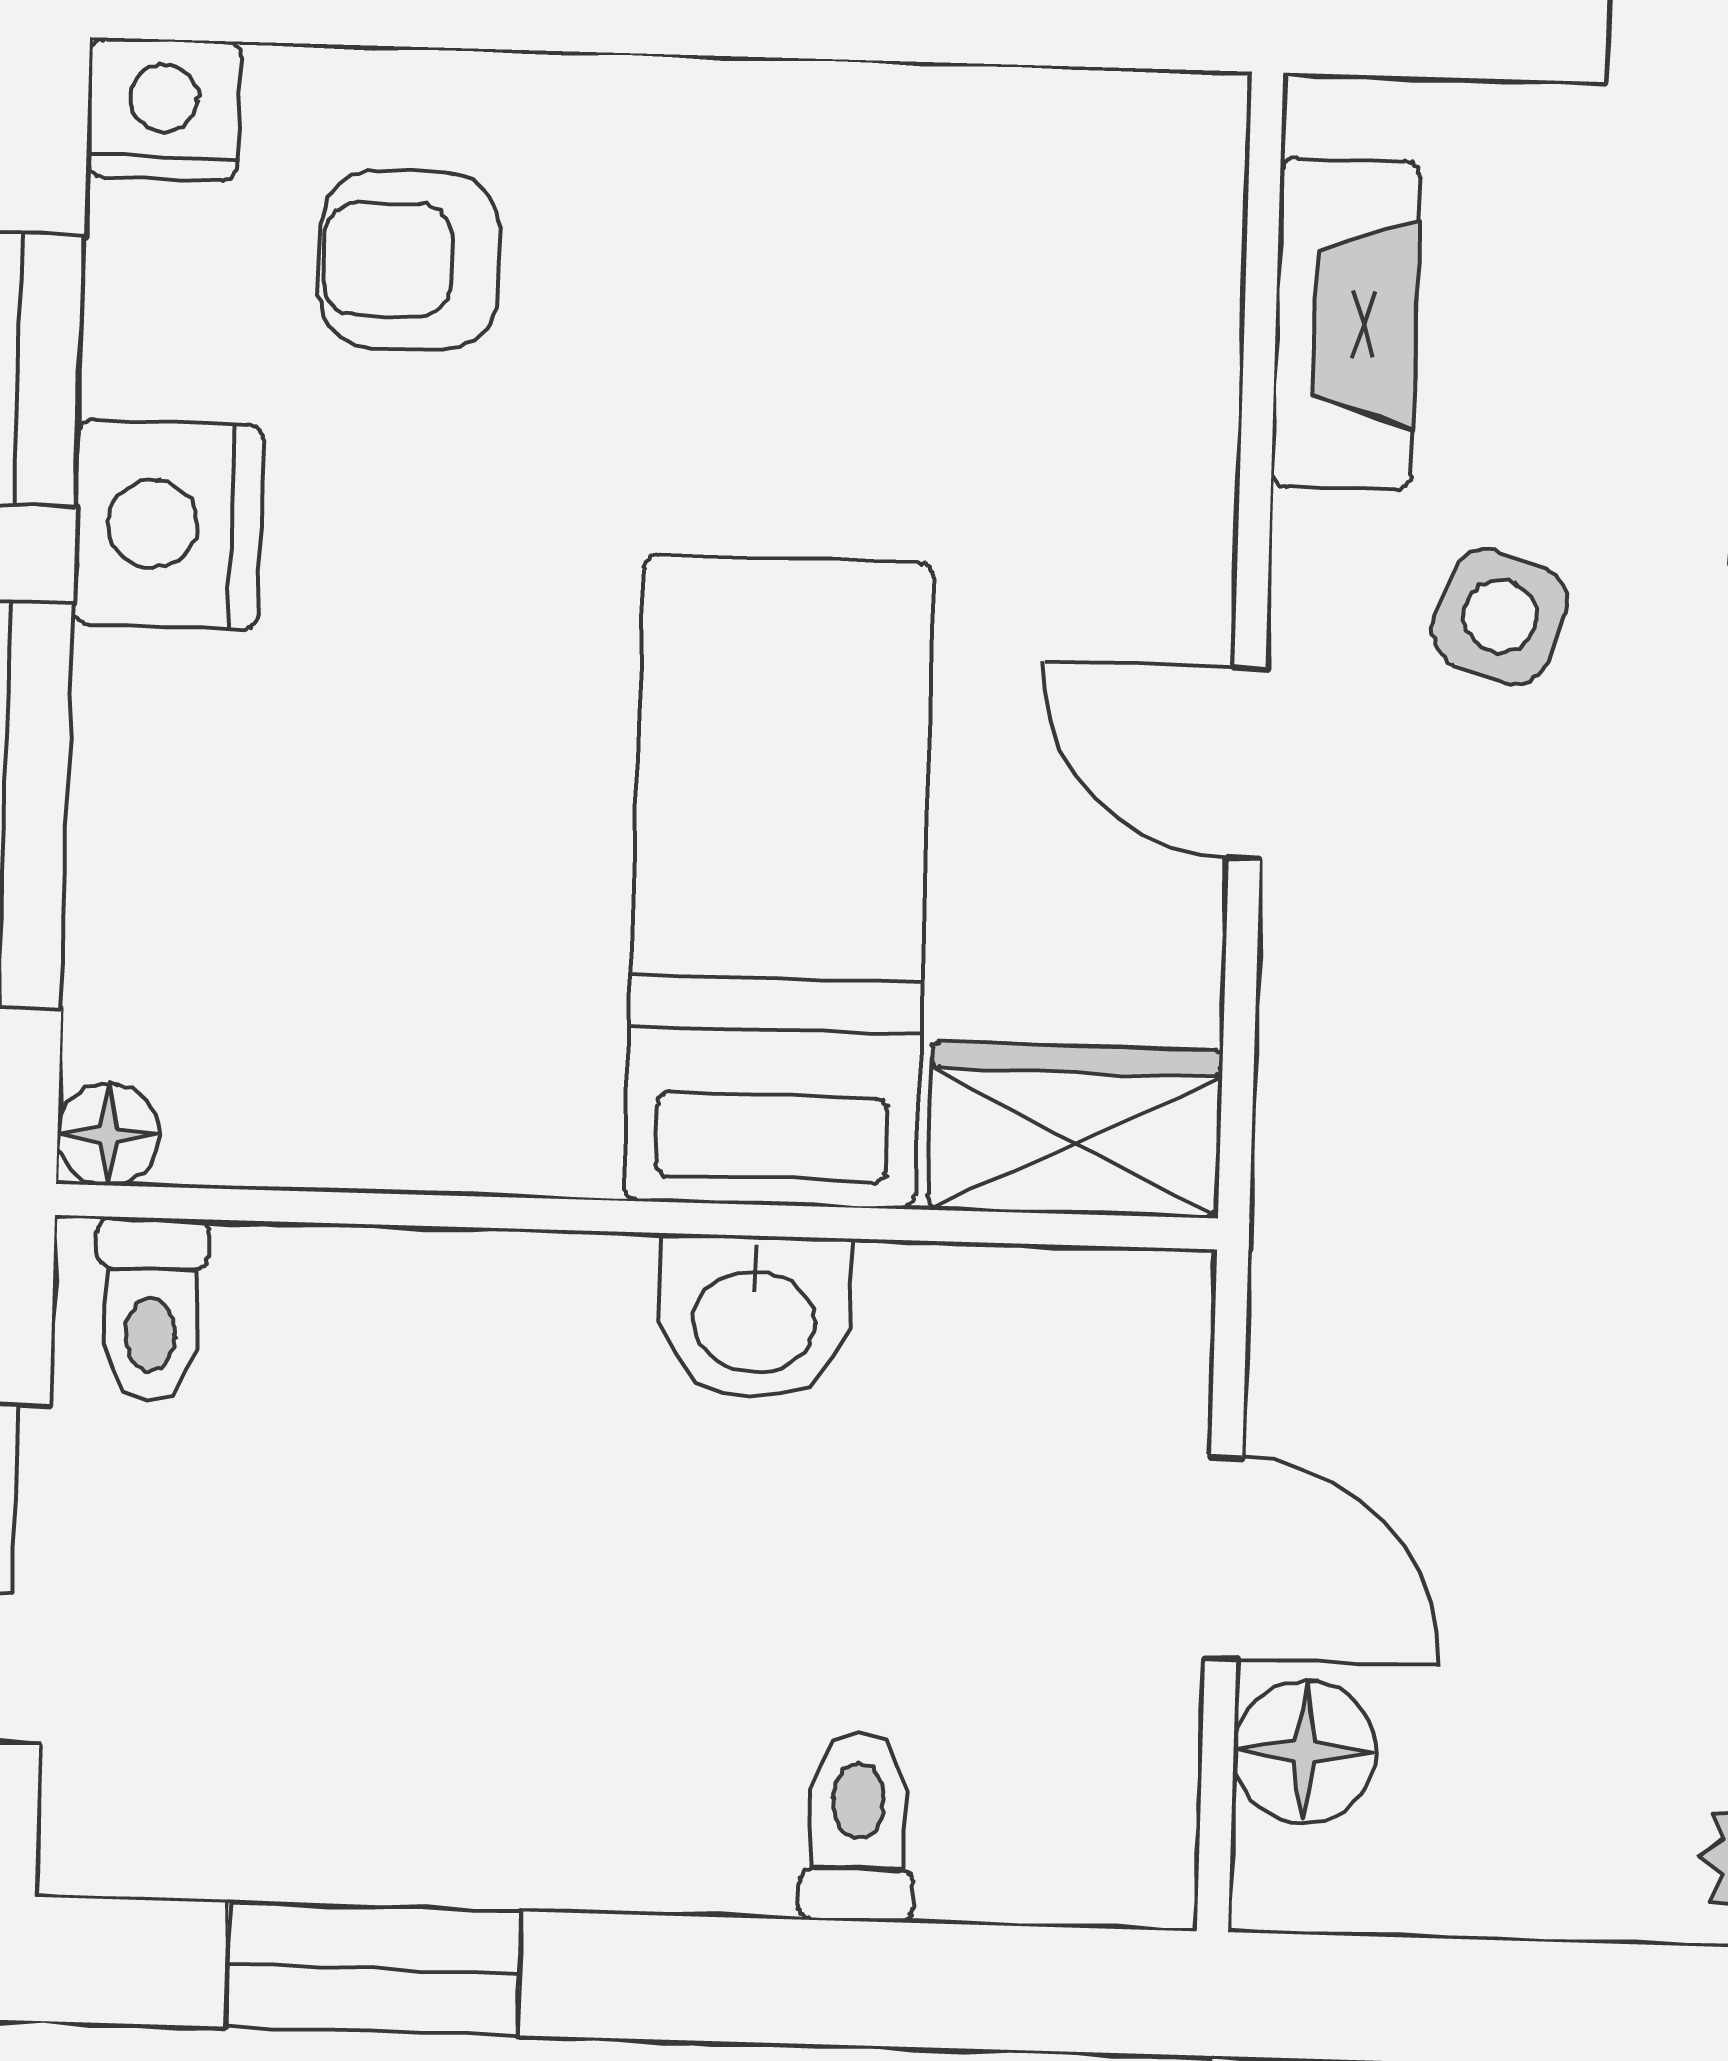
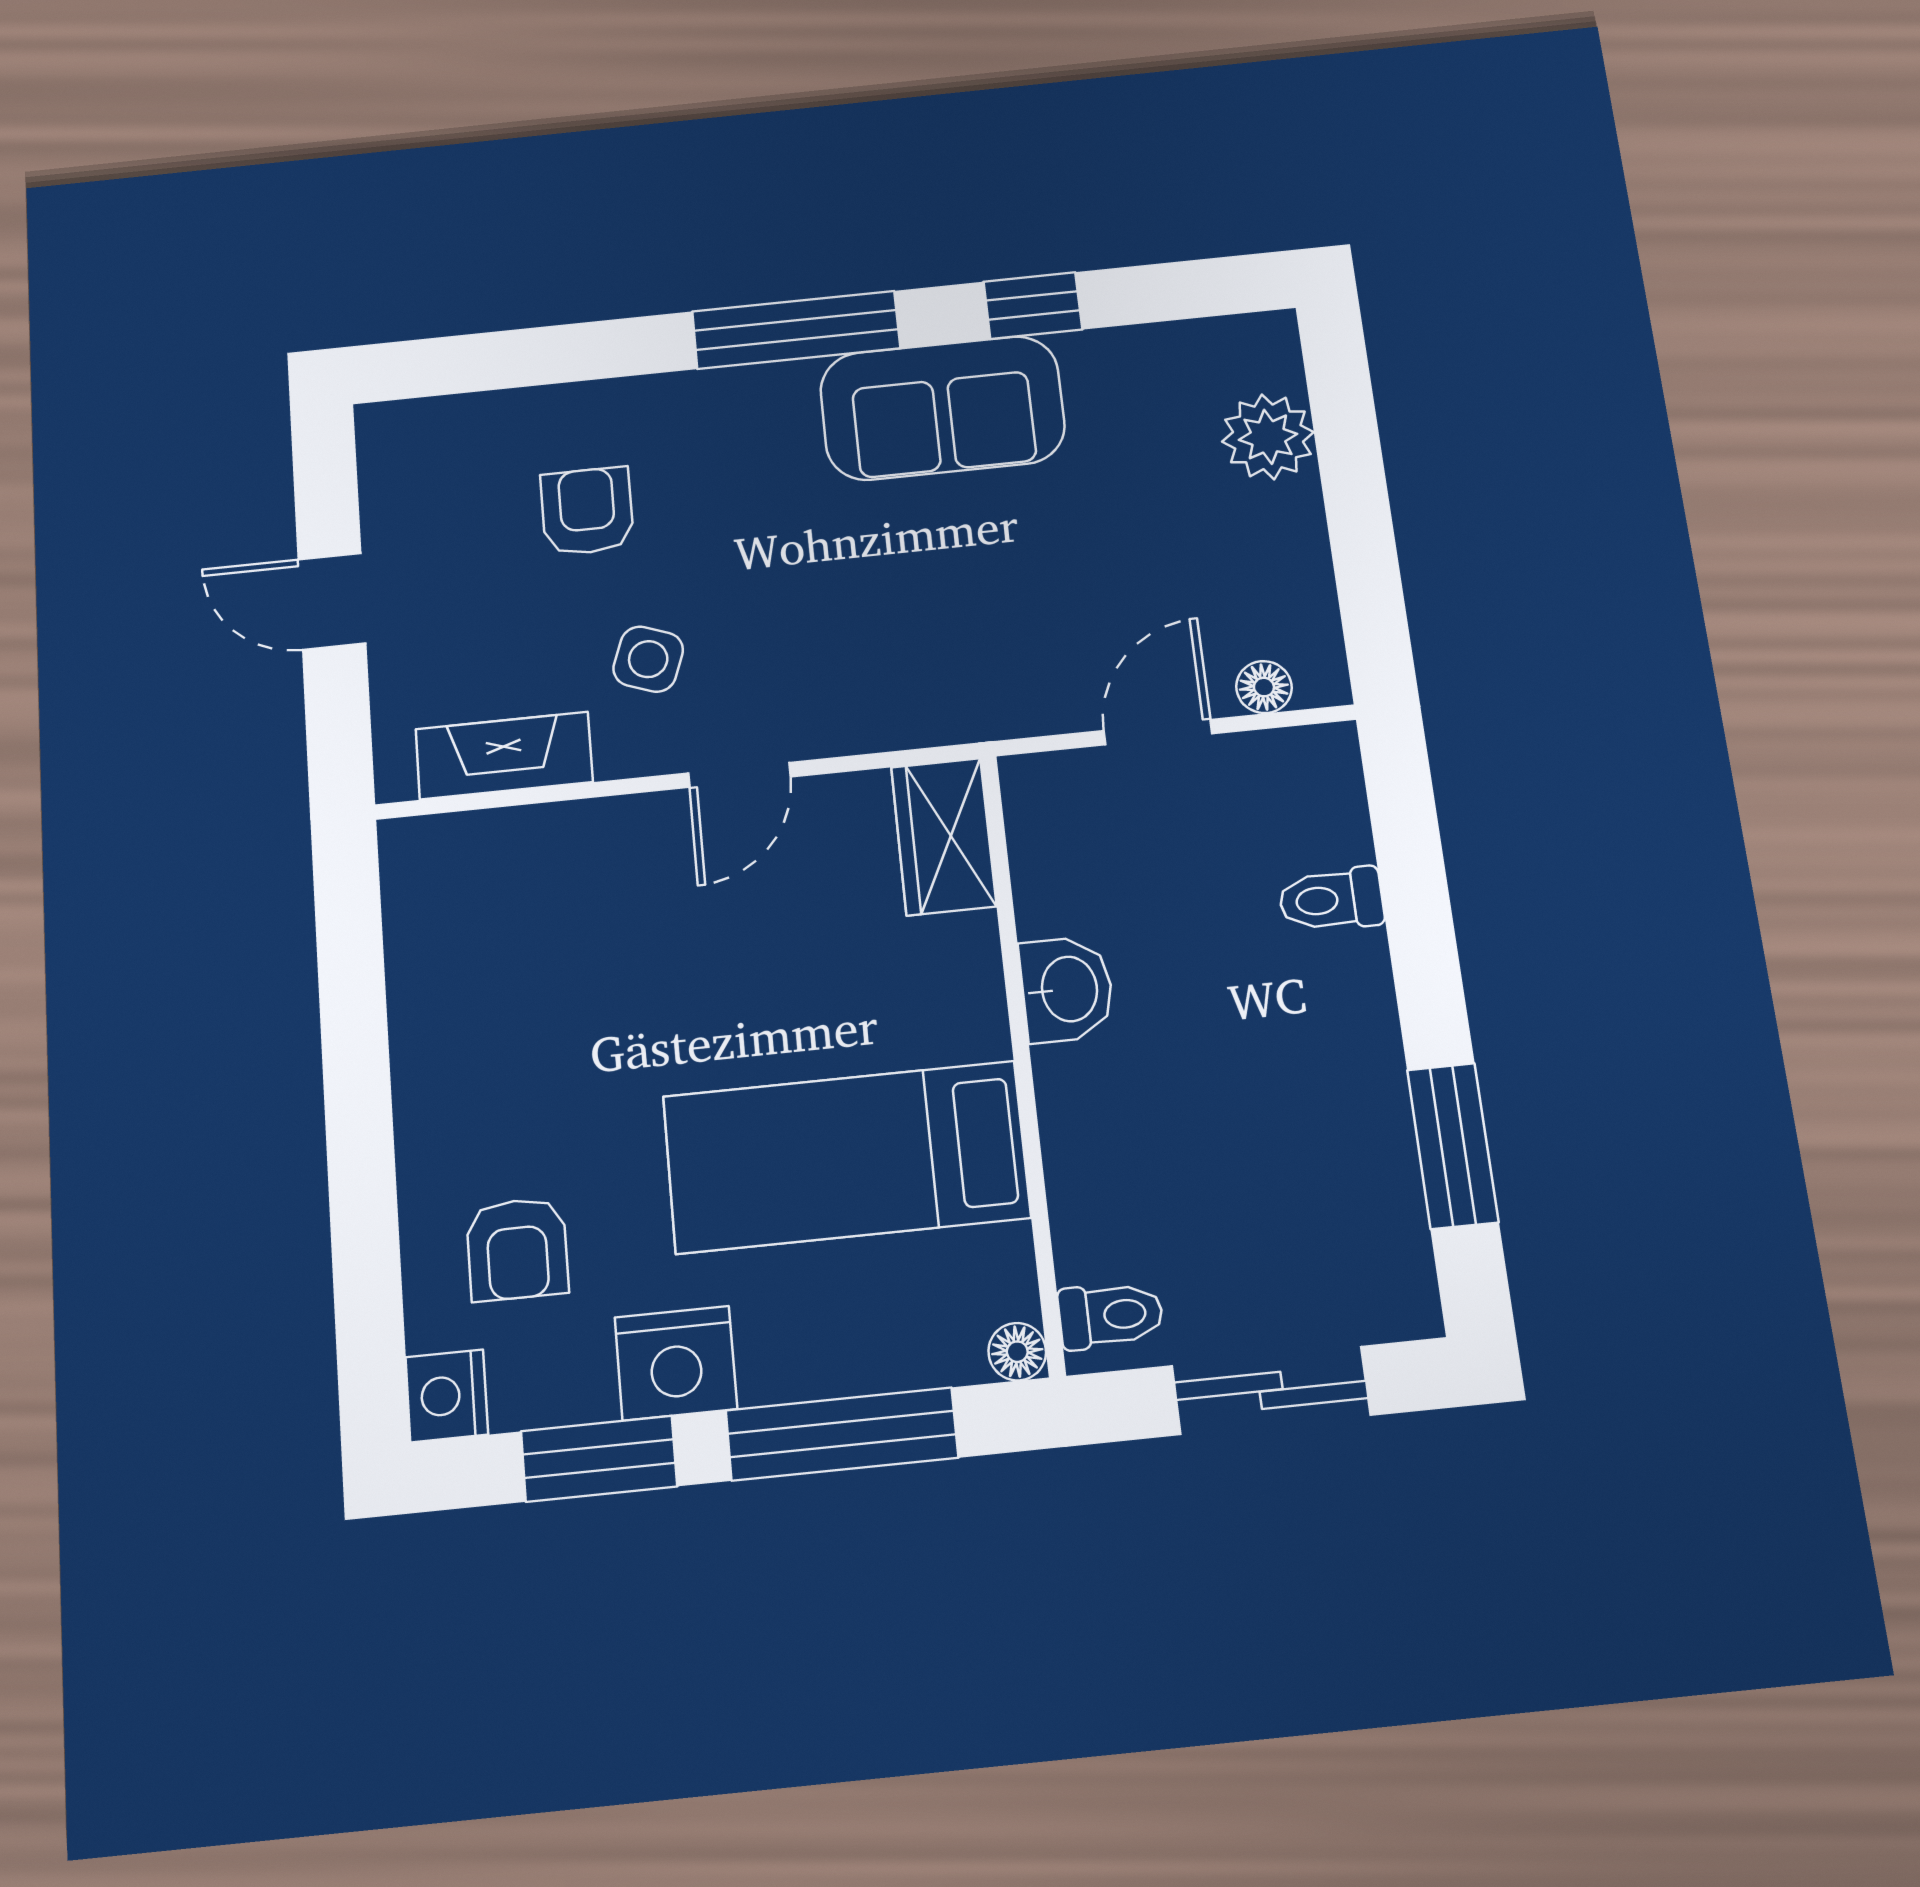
bed: (779, 882) -> (846, 1157), moved
floor lamp: (1305, 1752) -> (1264, 687), width x0.73, depth x0.73

